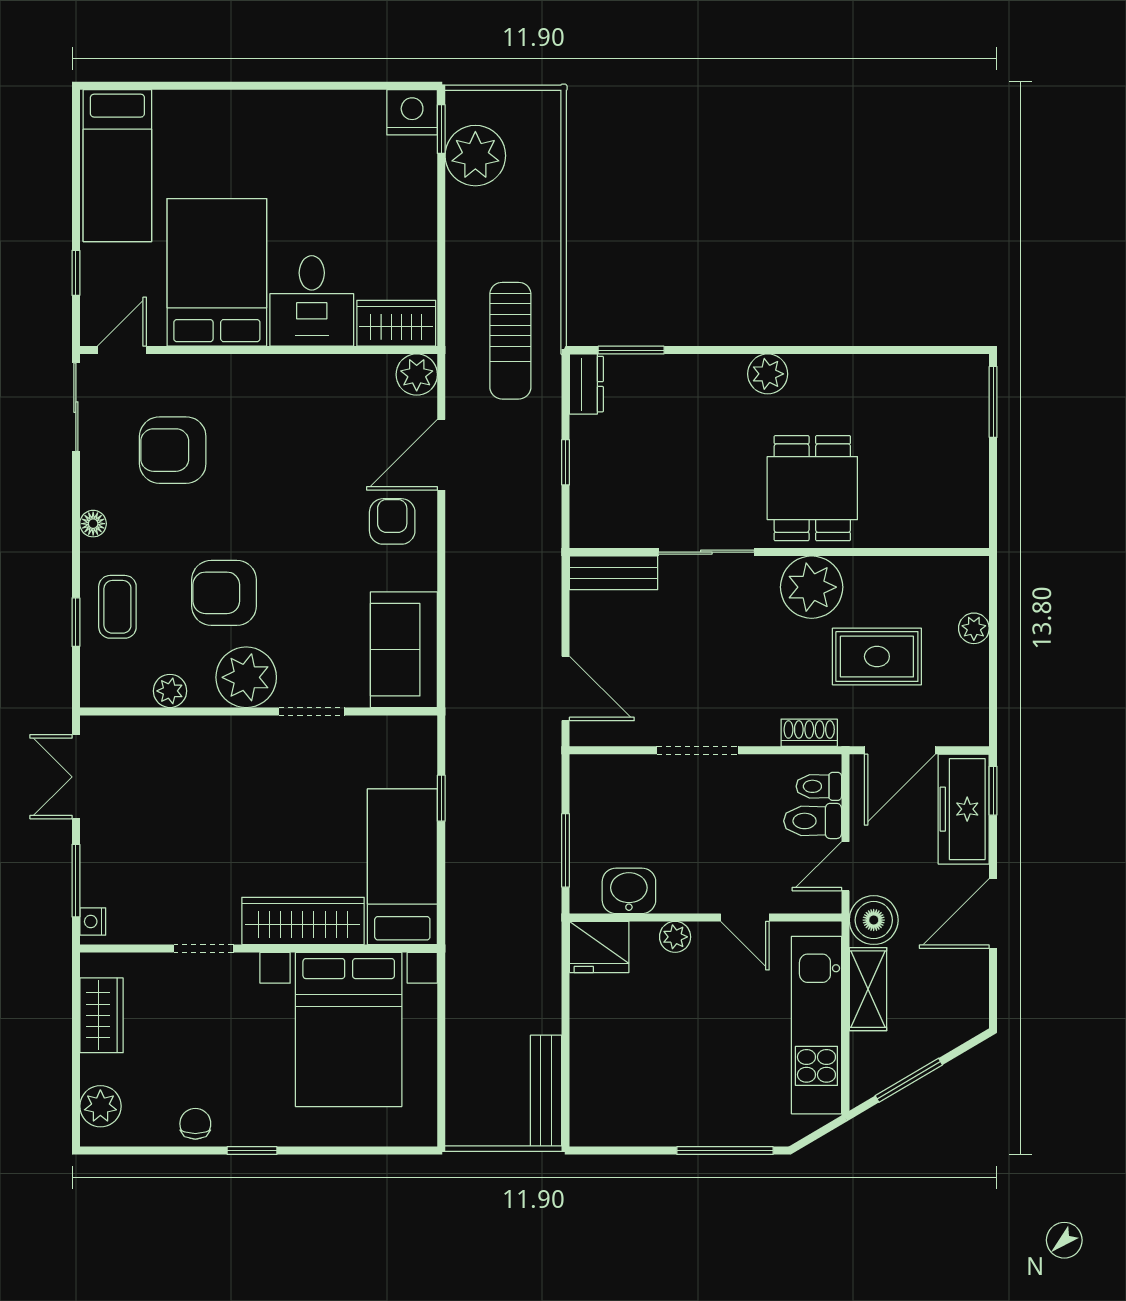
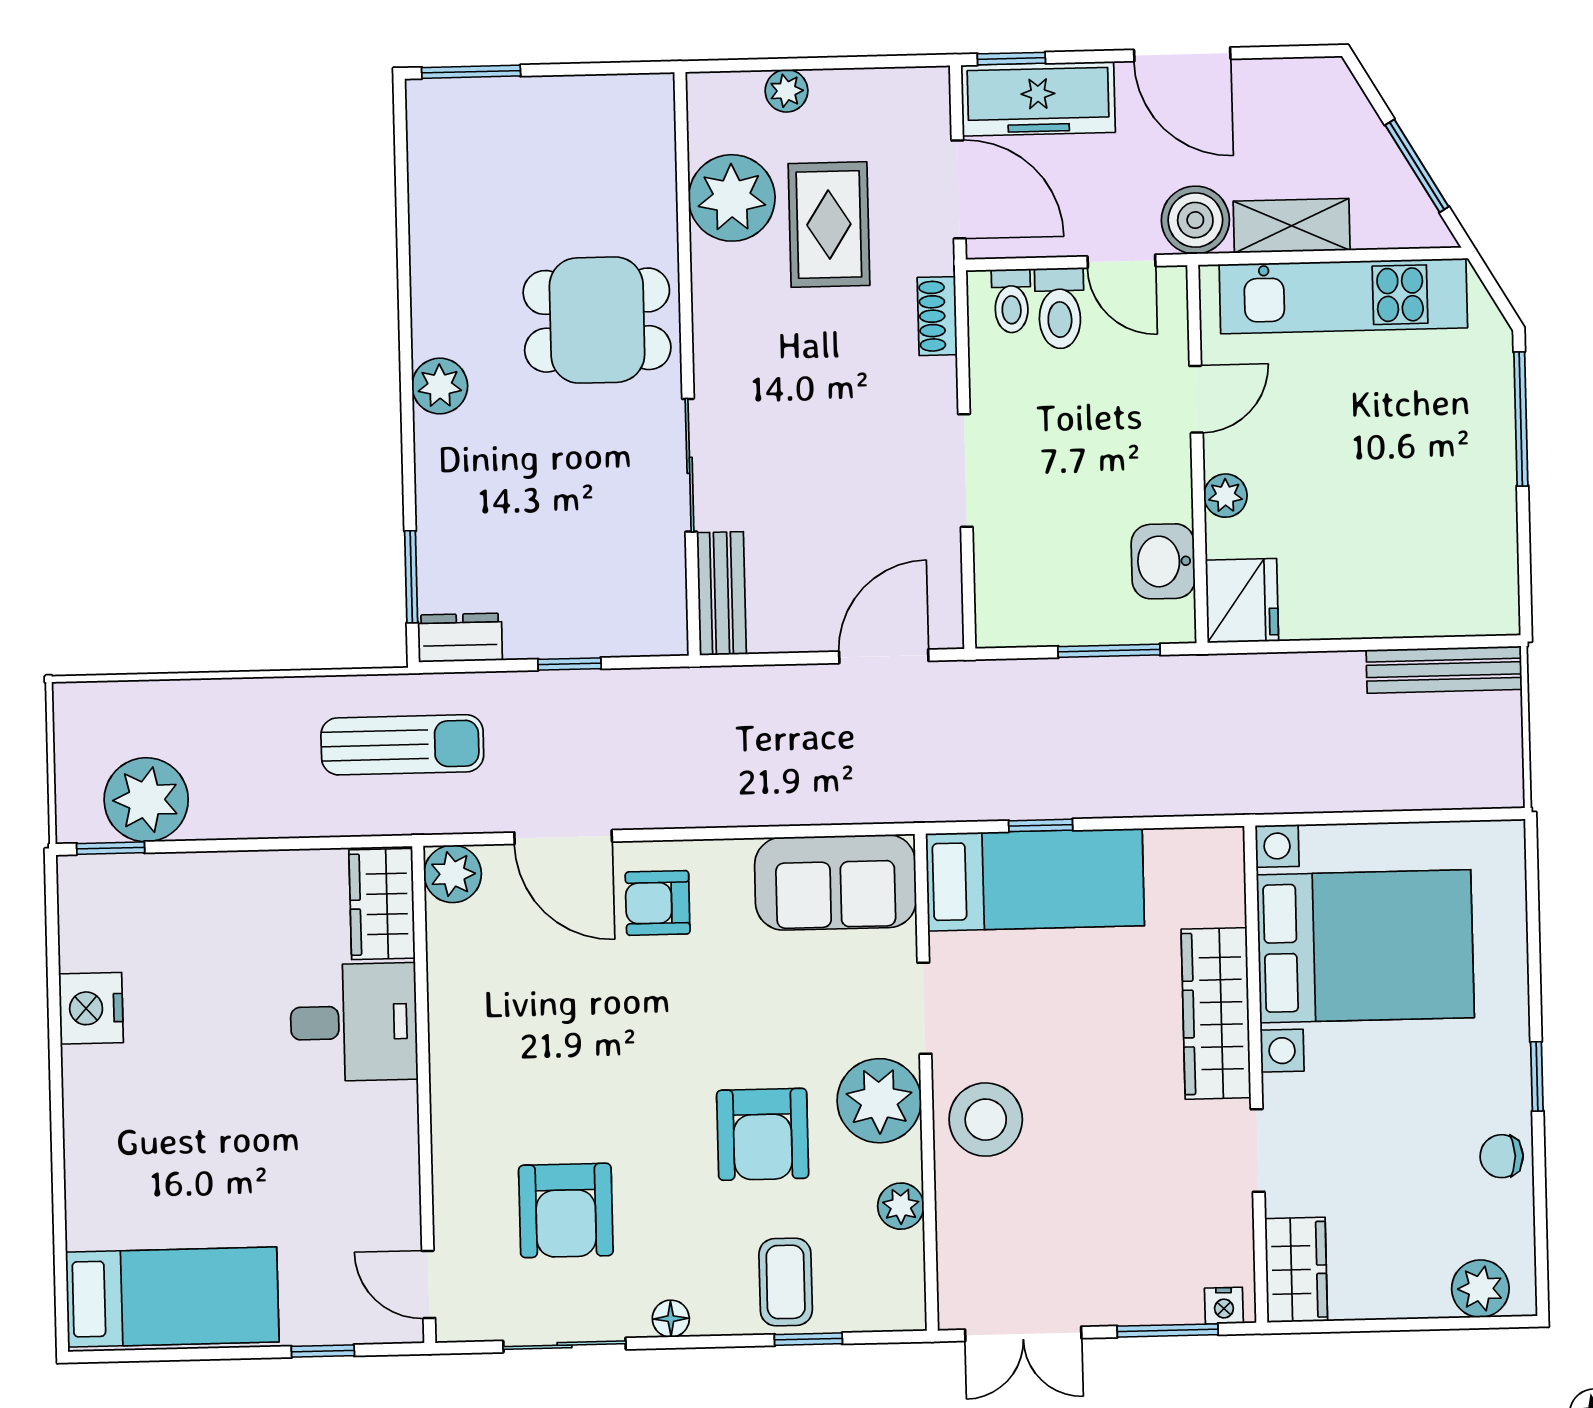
nightstand: (412, 112) -> (91, 1008), moved
bed: (217, 272) -> (317, 1155), removed
sliding door: (76, 407) -> (564, 1345), moved
plant: (812, 587) -> (732, 198), moved
coffee table: (117, 607) -> (786, 1282), turned 90
stool: (231, 753) -> (986, 1120), added
bed: (402, 867) -> (1035, 880), moved, turned 180
wardrobe: (102, 1015) -> (1296, 1270), moved, turned 90

